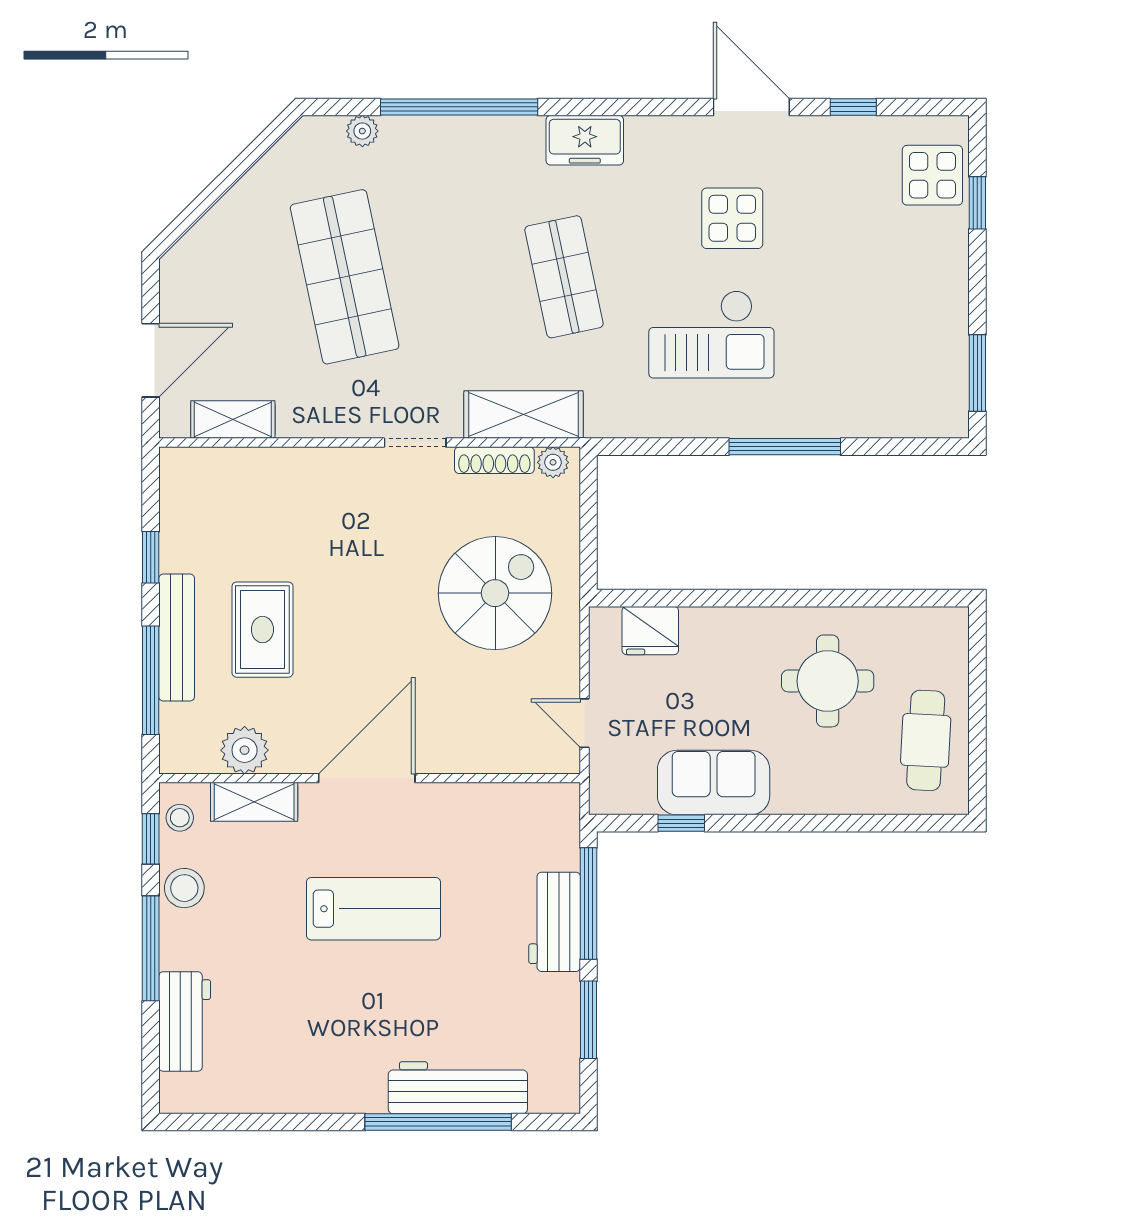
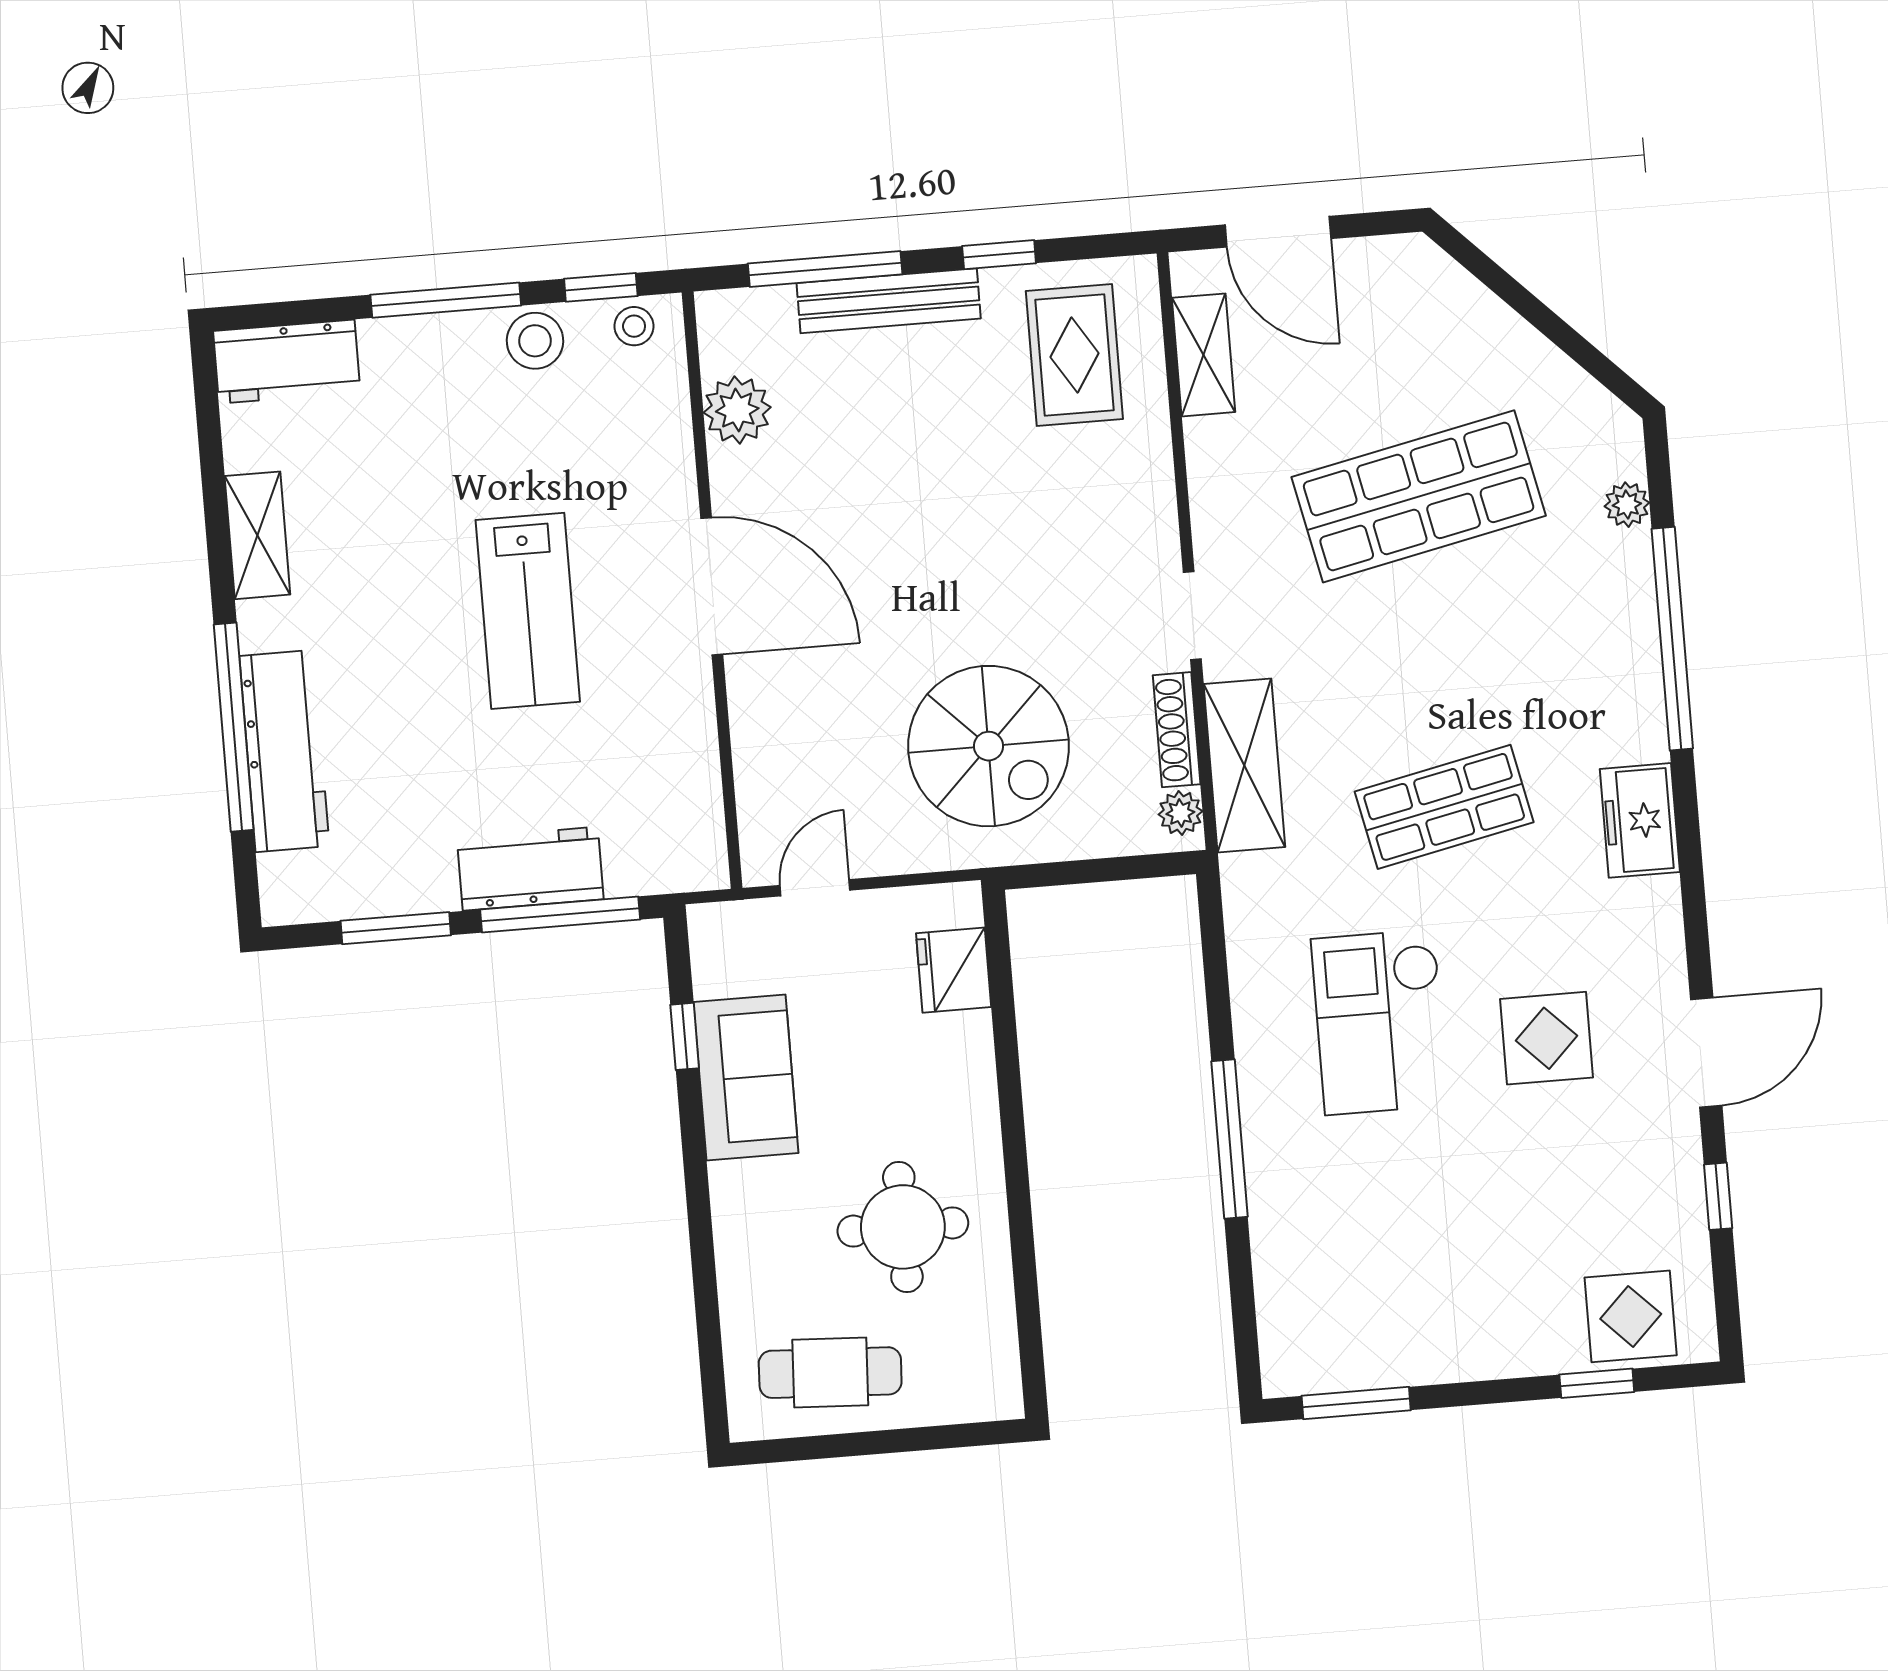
rug: (262, 630) -> (1074, 355), moved, turned 90
shelving: (254, 802) -> (257, 535), moved
workbench: (185, 1022) -> (287, 362), moved

